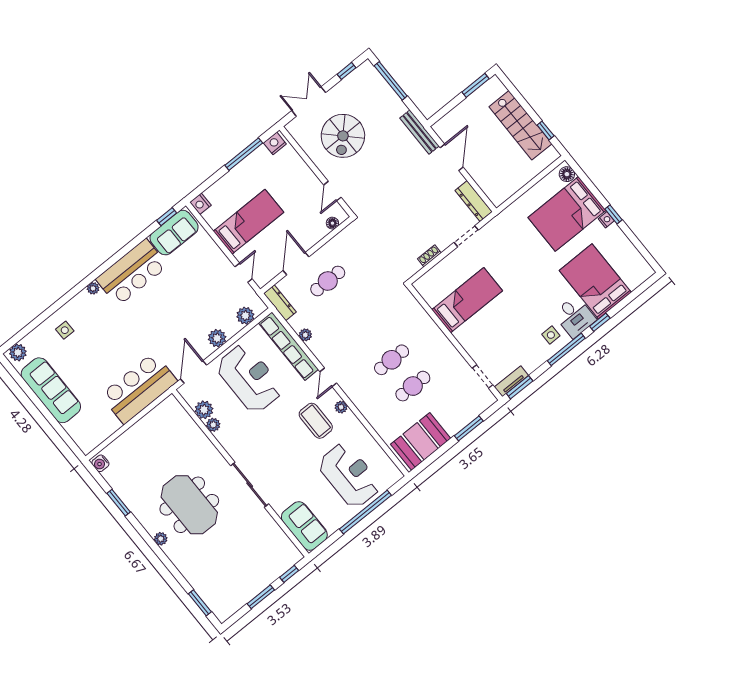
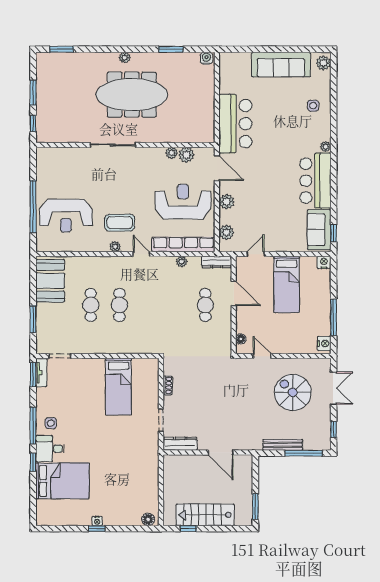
bench: (420, 132) -> (283, 445), moved
bed: (567, 214) -> (122, 498), removed
door: (244, 273) -> (256, 254), swing flipped
reception desk: (250, 378) -> (183, 202), turned 180
meeting table: (189, 505) -> (132, 95), width x1.36
sofa: (304, 526) -> (56, 159), removed

